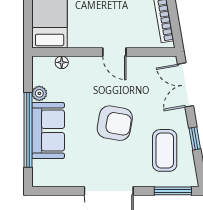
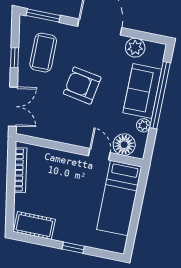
door: (114, 52) -> (99, 154), moved
floor lamp: (62, 62) -> (124, 145), width x1.89, depth x1.89
plant: (65, 176) -> (135, 48), added

